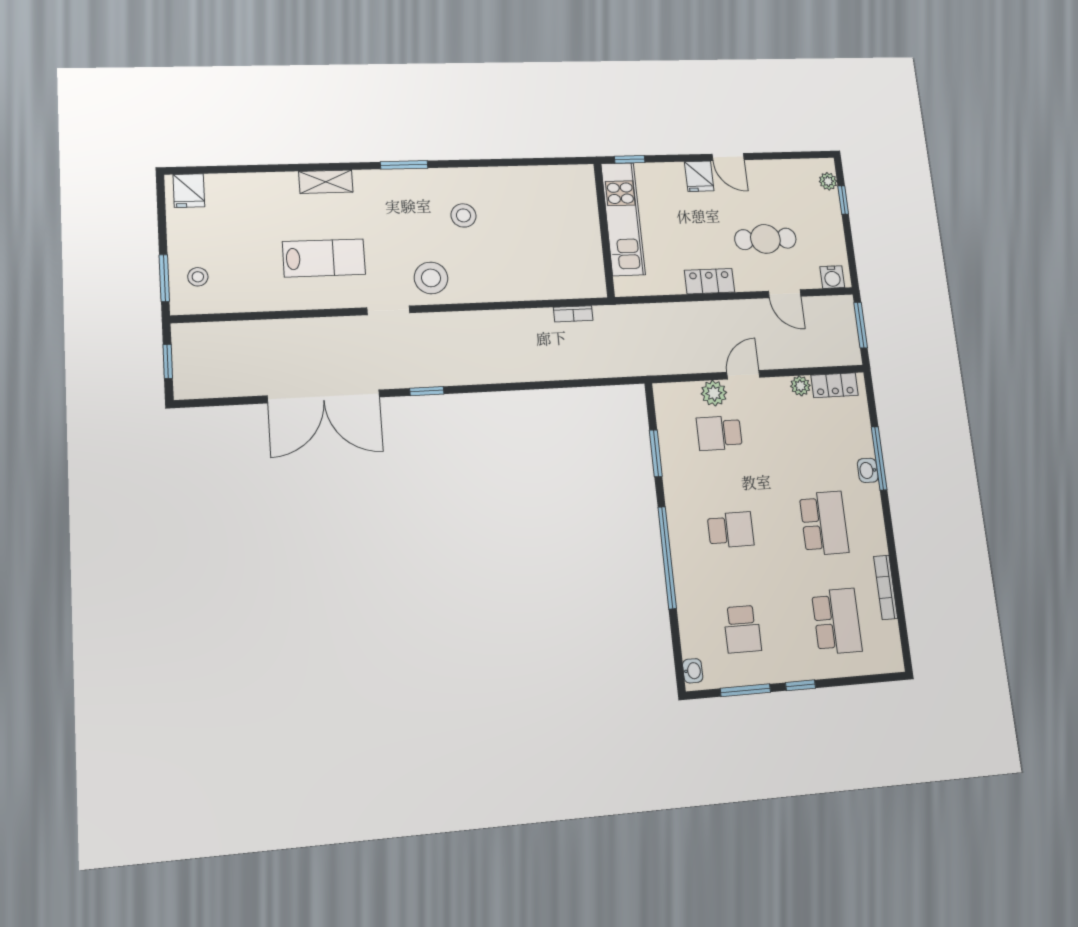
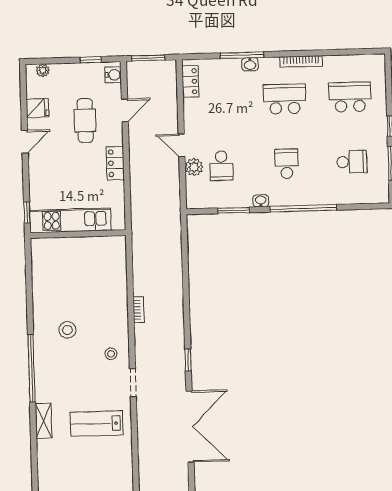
window: (404, 165) -> (32, 368), width x2.11
fridge: (699, 176) -> (38, 108), moved
window: (843, 200) -> (91, 60), moved
lab bench: (324, 258) -> (97, 424), turned -90
stool: (431, 278) -> (111, 354), width x0.53, depth x0.53
bookcase: (573, 314) -> (139, 310), moved
plant: (800, 386) -> (190, 106), removed
bookcase: (886, 587) -> (301, 61), moved
washbasin: (693, 671) -> (261, 201), moved

